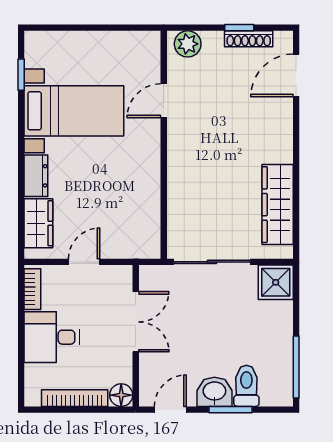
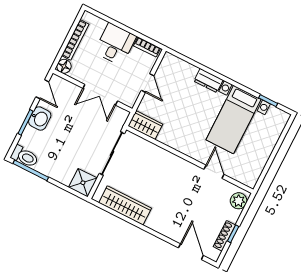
wardrobe: (38, 223) -> (145, 125), moved, turned 180
toilet: (246, 386) -> (25, 156), moved

